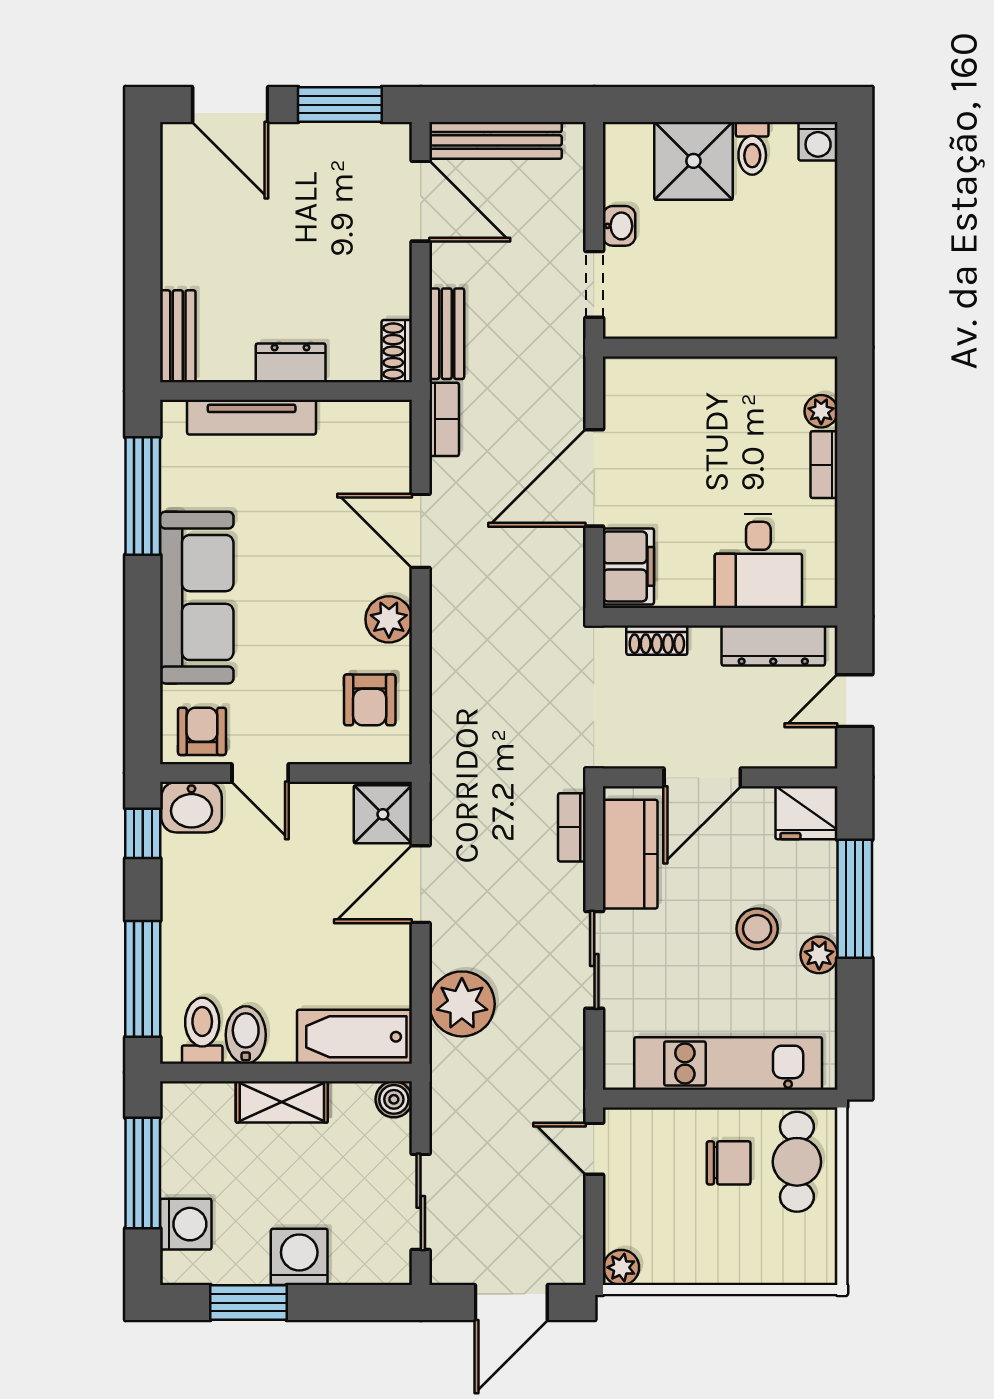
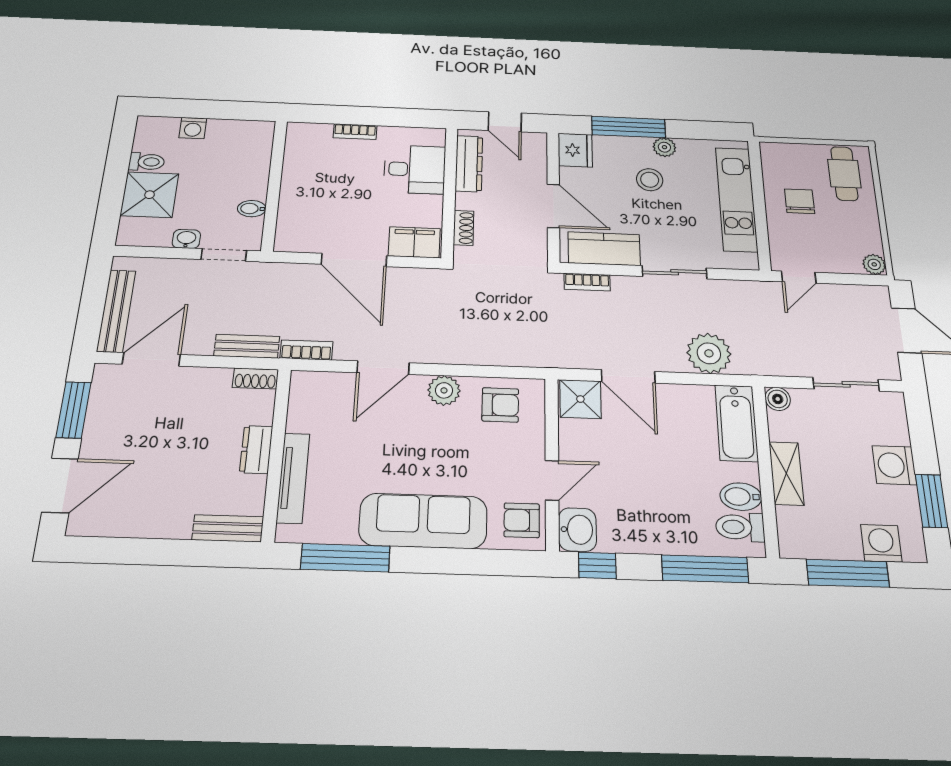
washing machine: (818, 141) -> (193, 128), moved, turned 90
bidet: (676, 317) -> (252, 209), added
plant: (821, 411) -> (321, 132), removed
cafe table: (797, 1162) -> (844, 174), moved, turned 90

